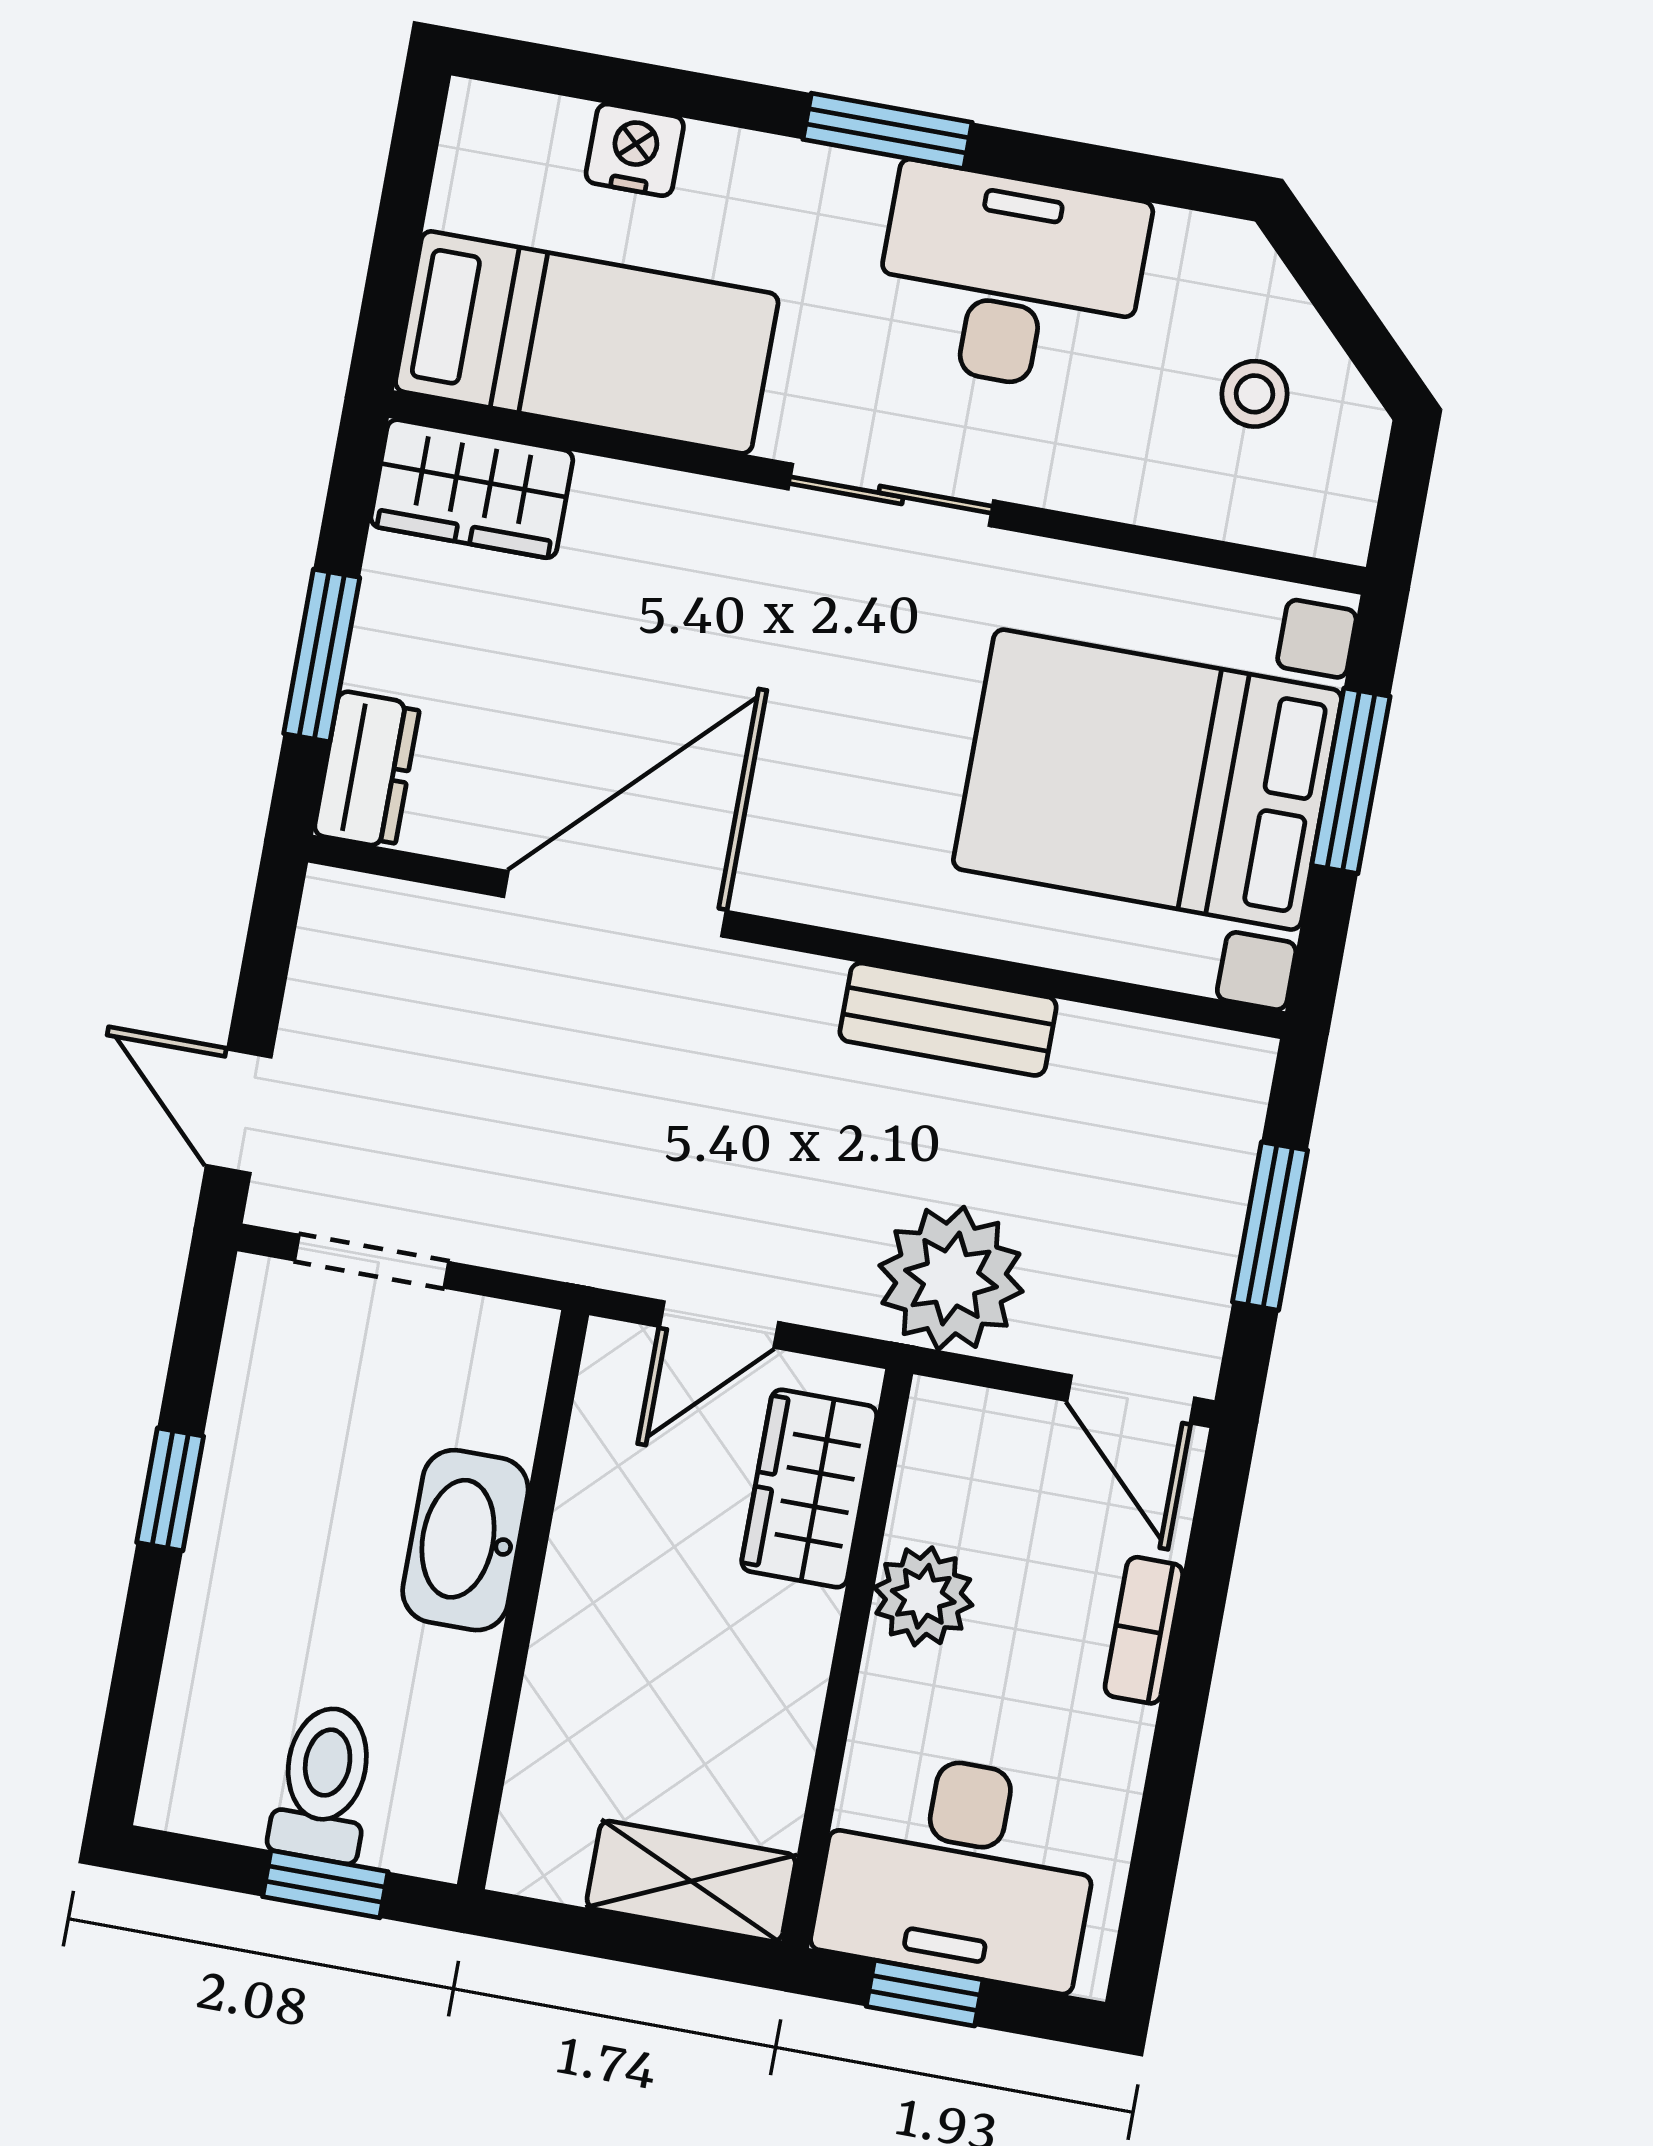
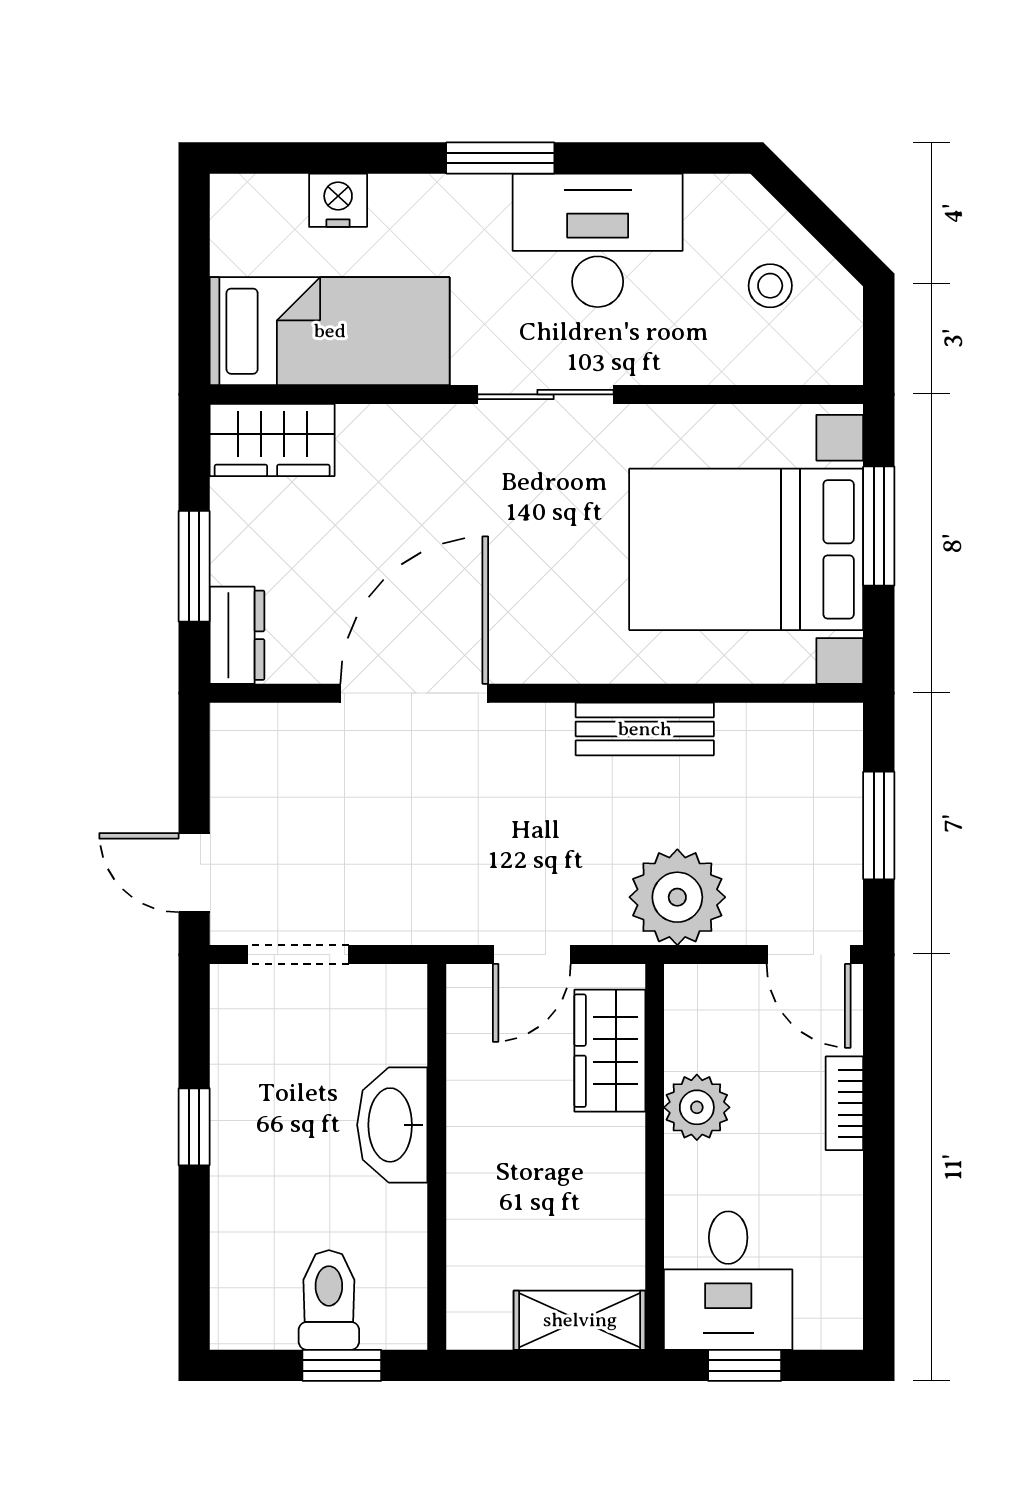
desk: (959, 1869) -> (728, 1281), width x0.73

